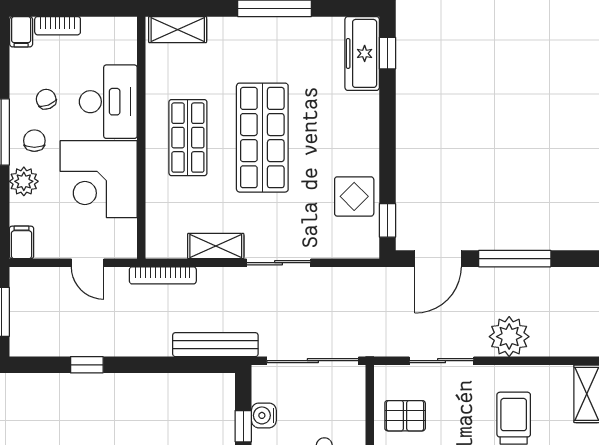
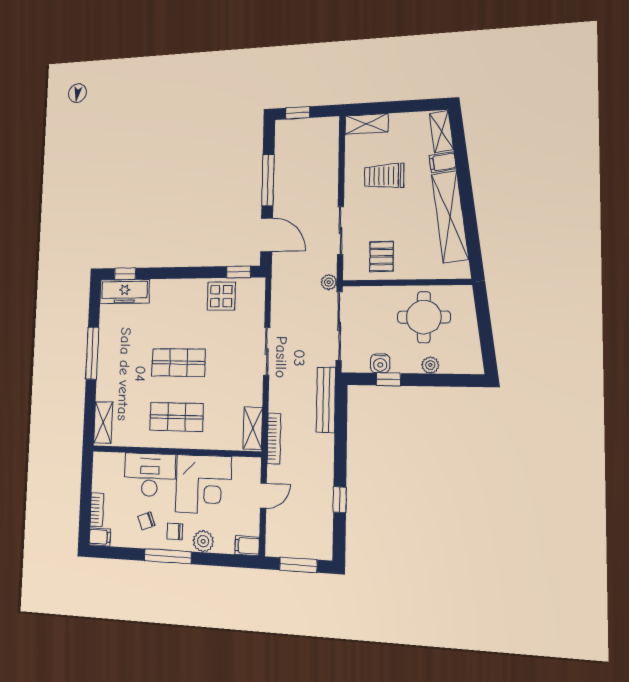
shop shelf: (262, 138) -> (178, 363), width x0.70, depth x0.74
shelving: (216, 246) -> (253, 428), moved
plant: (509, 337) -> (329, 282), moved, width x0.53, depth x0.53

